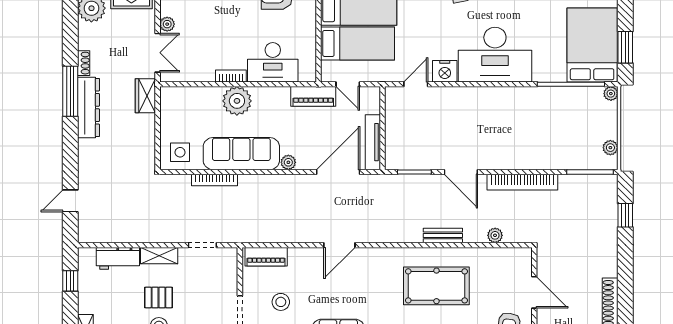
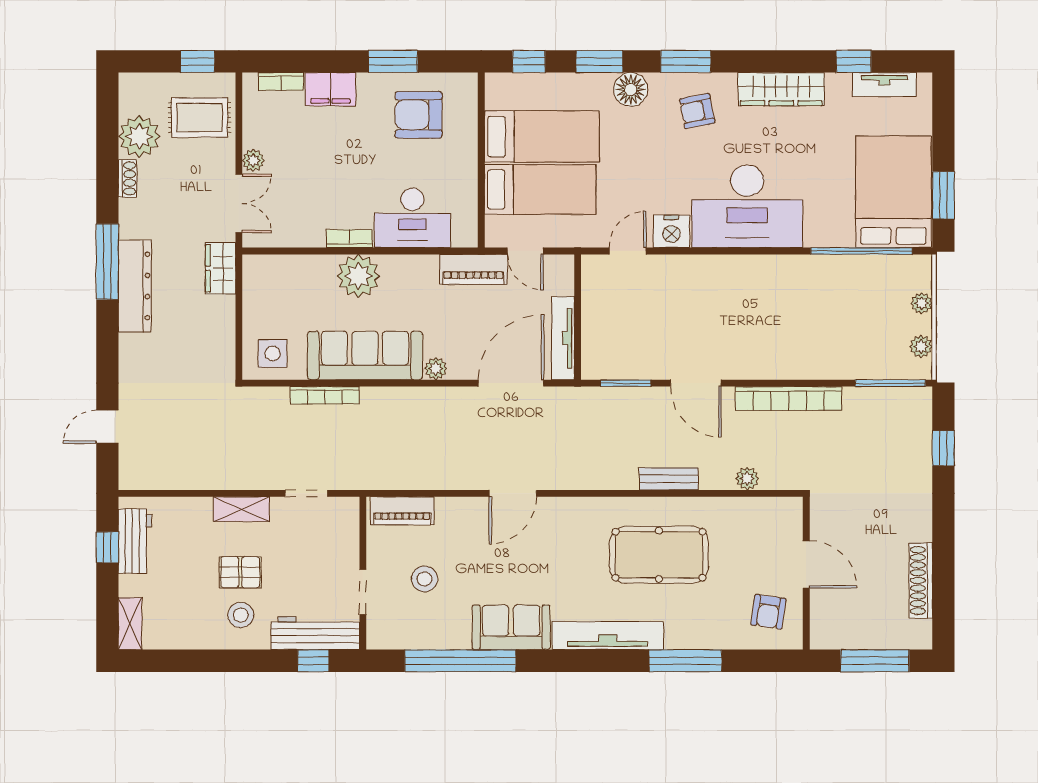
shoe rack: (84, 63) -> (127, 178), moved
plant: (611, 94) -> (922, 303), moved
workbench: (118, 258) -> (135, 541), moved, turned -90

